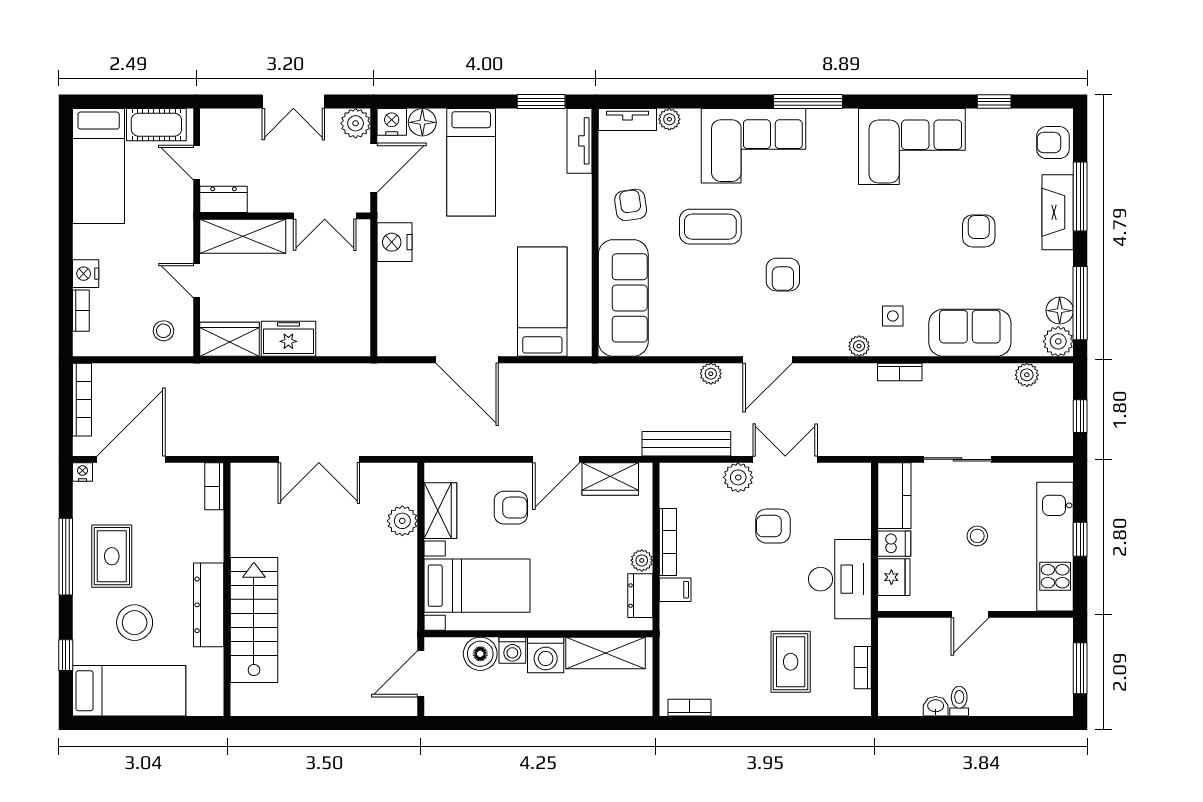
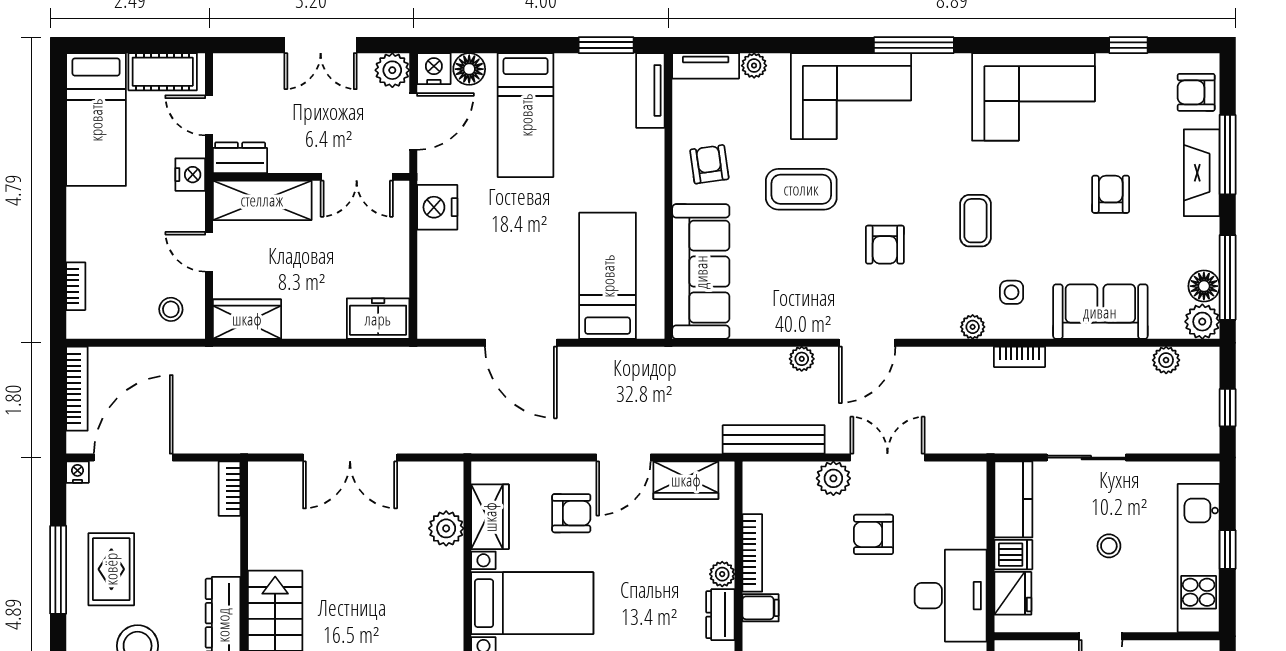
coffee table: (861, 254) -> (975, 221), added
nightstand: (86, 274) -> (190, 175), moved, turned 180
freezer: (288, 339) -> (378, 319), moved

